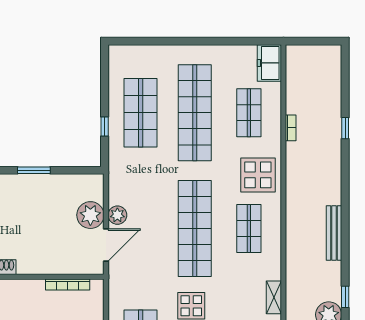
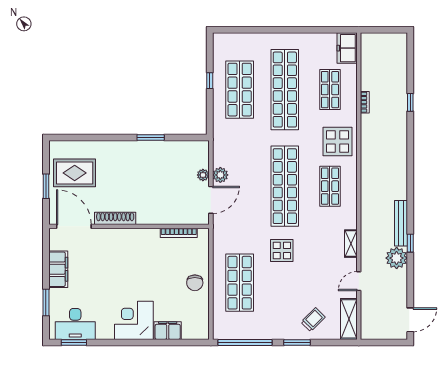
window: (105, 126) -> (210, 81), moved
plant: (90, 215) -> (203, 175), width x0.53, depth x0.53
bench: (334, 233) -> (401, 223), moved

